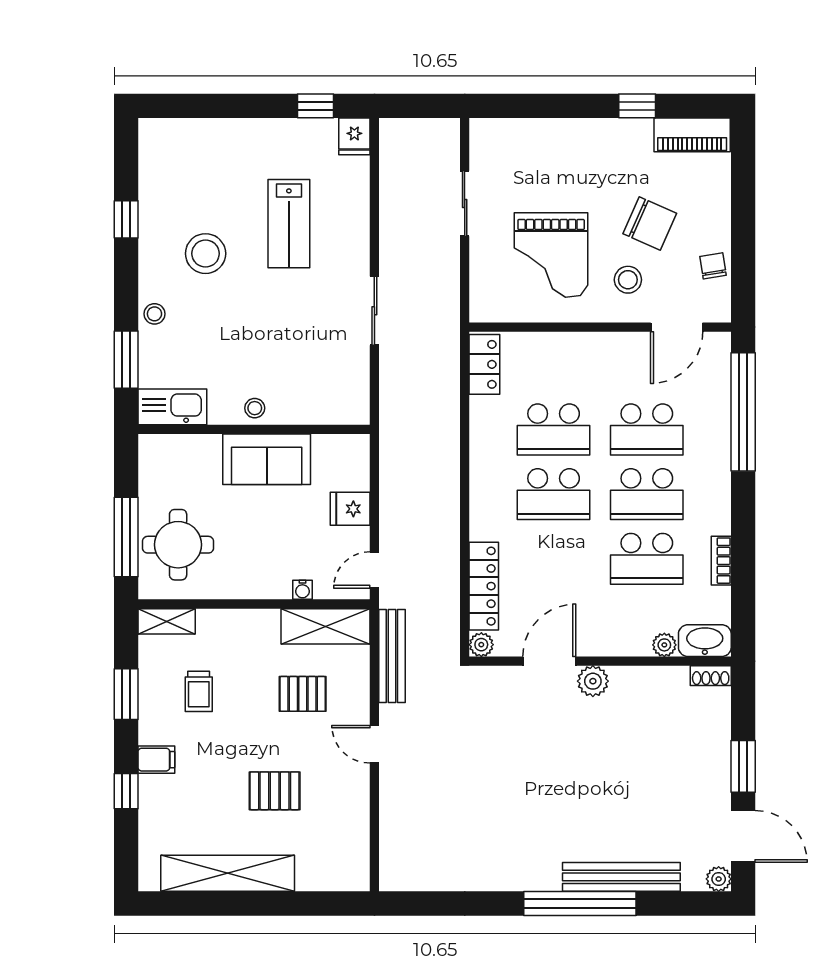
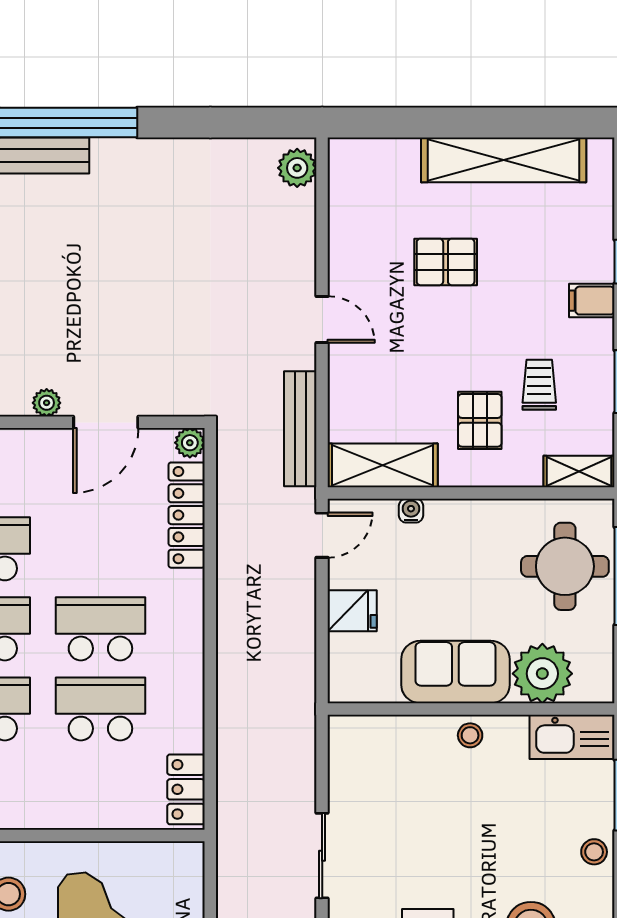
plant: (196, 458) -> (542, 674), added
plant: (593, 681) -> (47, 403), width x0.73, depth x0.73
pallet: (303, 694) -> (480, 420), moved, turned 90
plant: (395, 867) -> (297, 168), added

